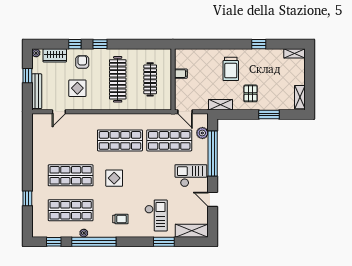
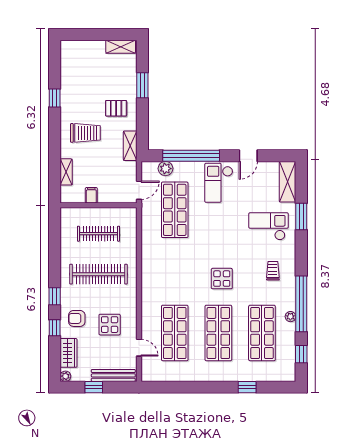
shelving: (295, 53) -> (66, 172), moved
shop shelf: (120, 140) -> (175, 333), moved

